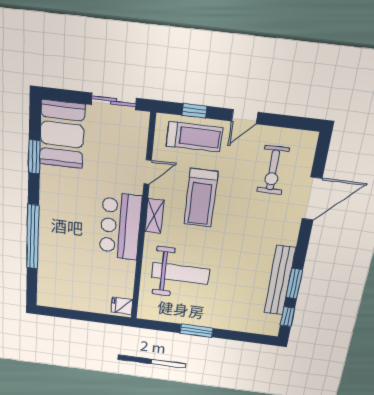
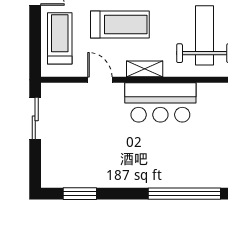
window: (194, 111) -> (35, 41), removed
booth: (62, 134) -> (73, 167), removed
window: (34, 157) -> (80, 194), moved

